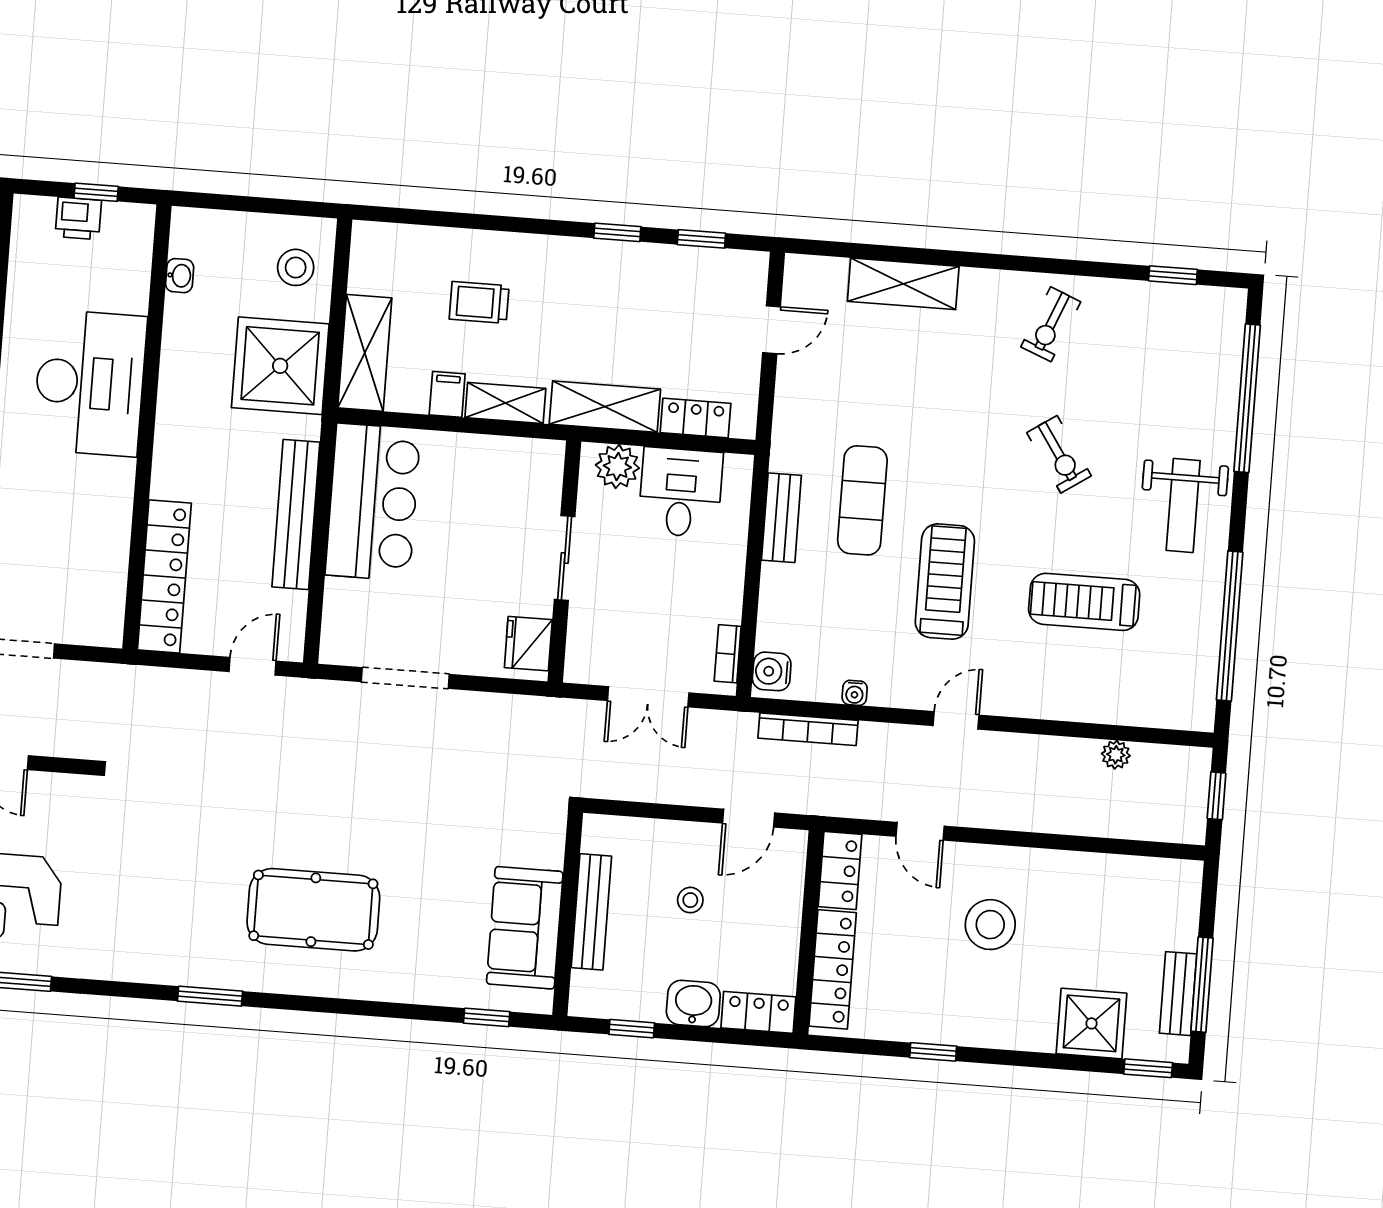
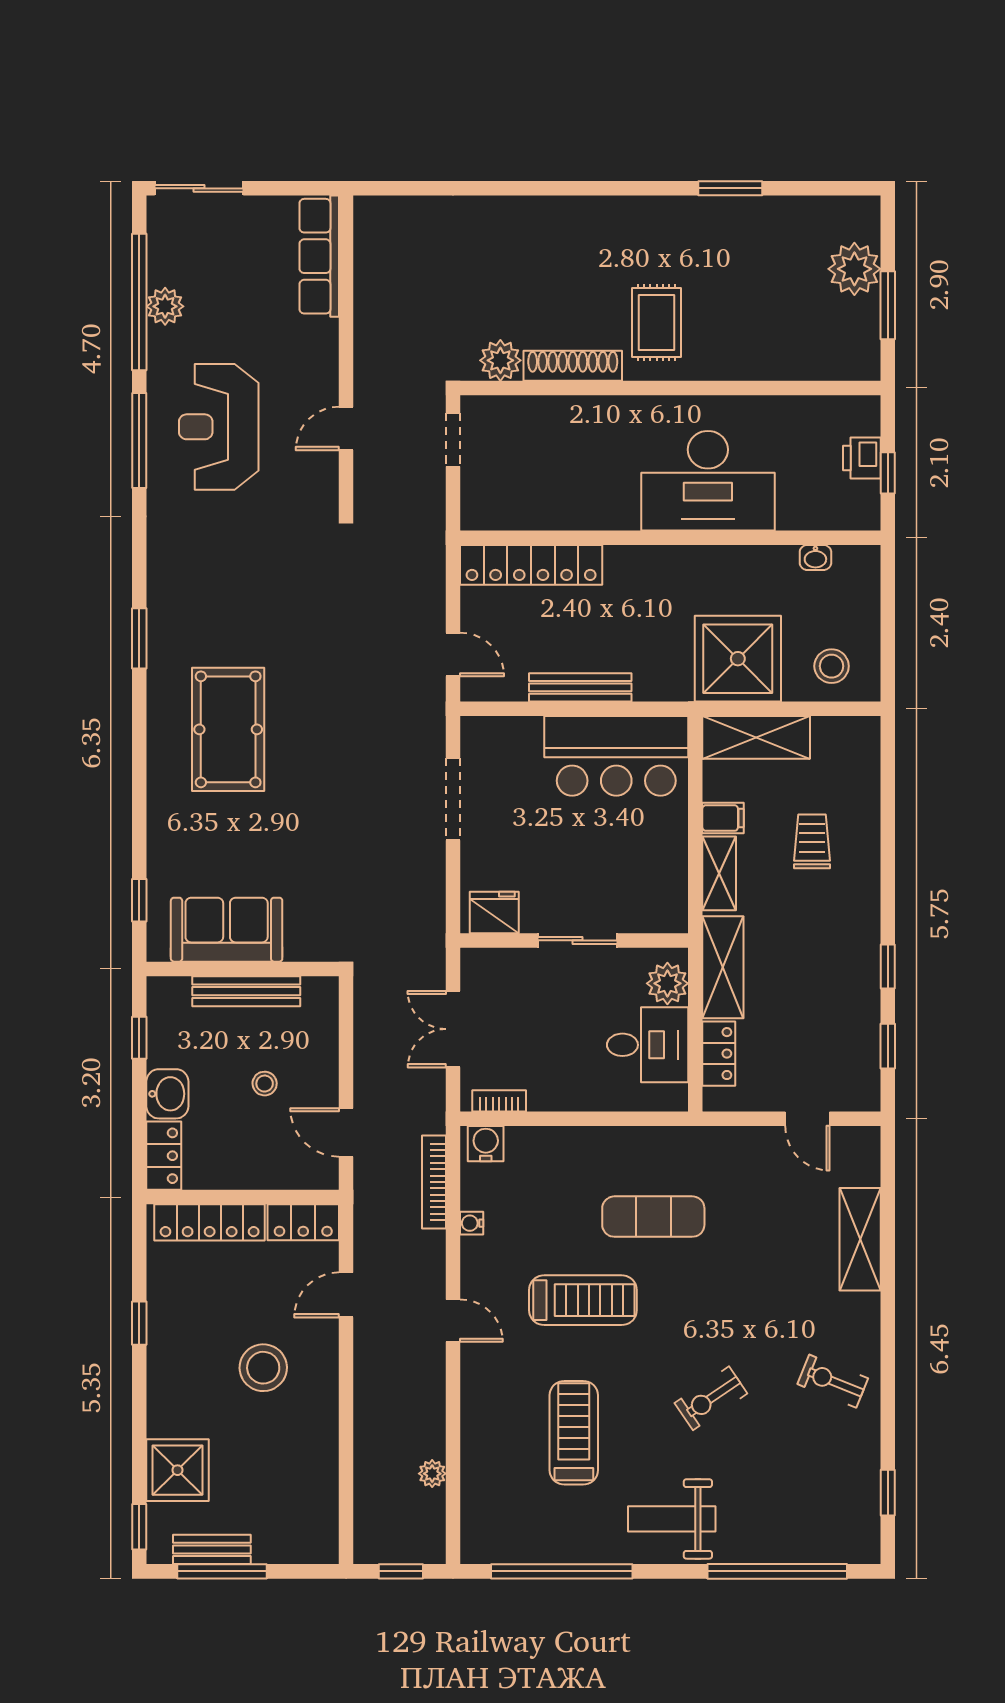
bench: (296, 514) -> (580, 687), width x0.73, depth x0.82
bench: (781, 518) -> (631, 1142), removed

